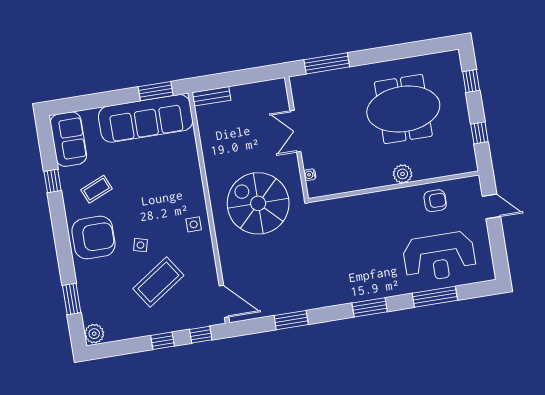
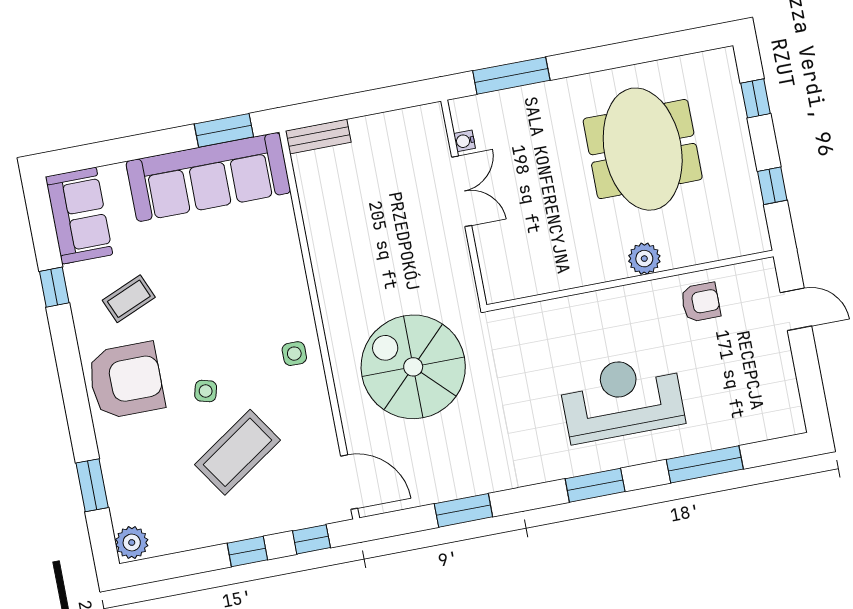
meeting table: (403, 109) -> (643, 149), turned 90
double door: (295, 131) -> (462, 191), swing flipped
water cooler: (310, 175) -> (465, 141), moved
spiral stairs: (258, 203) -> (413, 367), moved
reception desk: (439, 257) -> (622, 398), moved, turned 180

